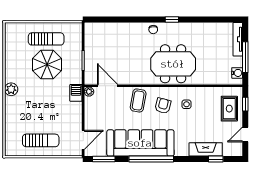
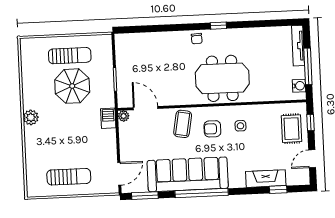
armchair: (163, 106) -> (212, 129), turned -104

